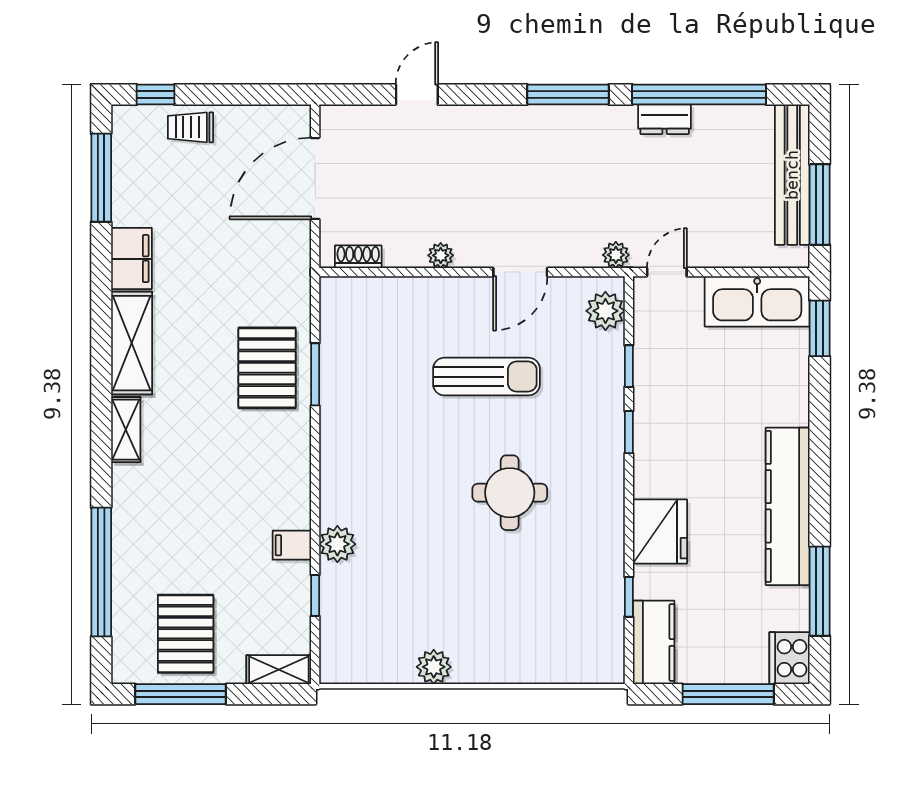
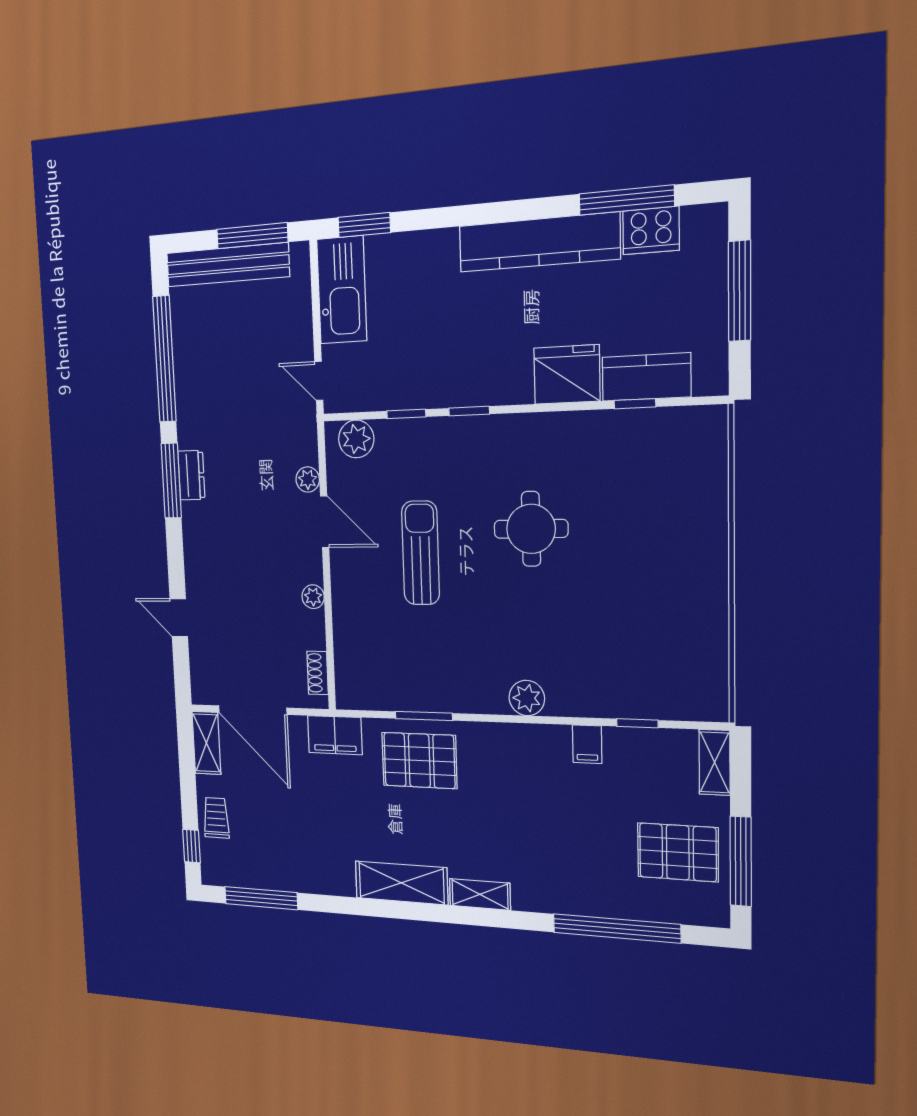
dresser: (665, 119) -> (191, 475), moved
shelving: (276, 120) -> (206, 743), added
trolley: (190, 127) -> (216, 818), turned 180
plant: (616, 255) -> (308, 479), moved
filing cabinet: (131, 259) -> (335, 735), moved, turned 180
plant: (337, 544) -> (527, 698), moved
kitchen counter: (654, 642) -> (646, 377), moved
cooker: (790, 658) -> (651, 231), moved
plant: (434, 667) -> (711, 605), removed

